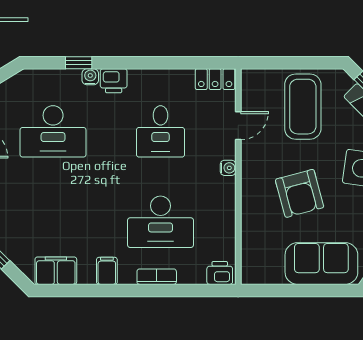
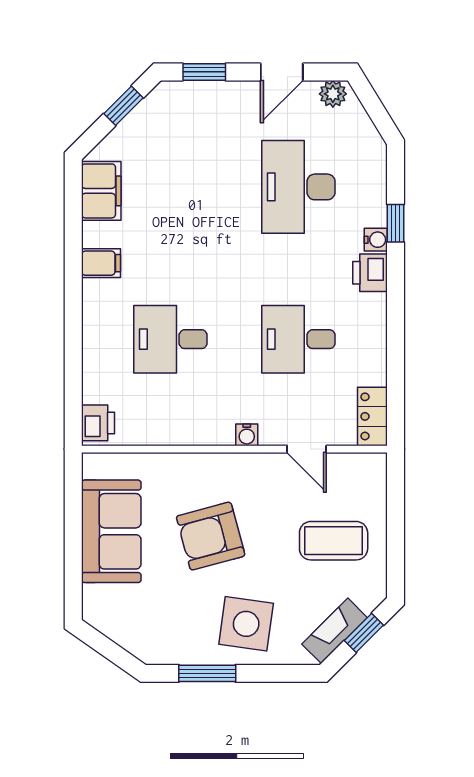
coffee table: (303, 107) -> (334, 541), width x0.73, depth x0.76
desk: (161, 222) -> (170, 339), width x0.73
sofa: (321, 264) -> (111, 531), moved
bookcase: (157, 277) -> (93, 334), removed

